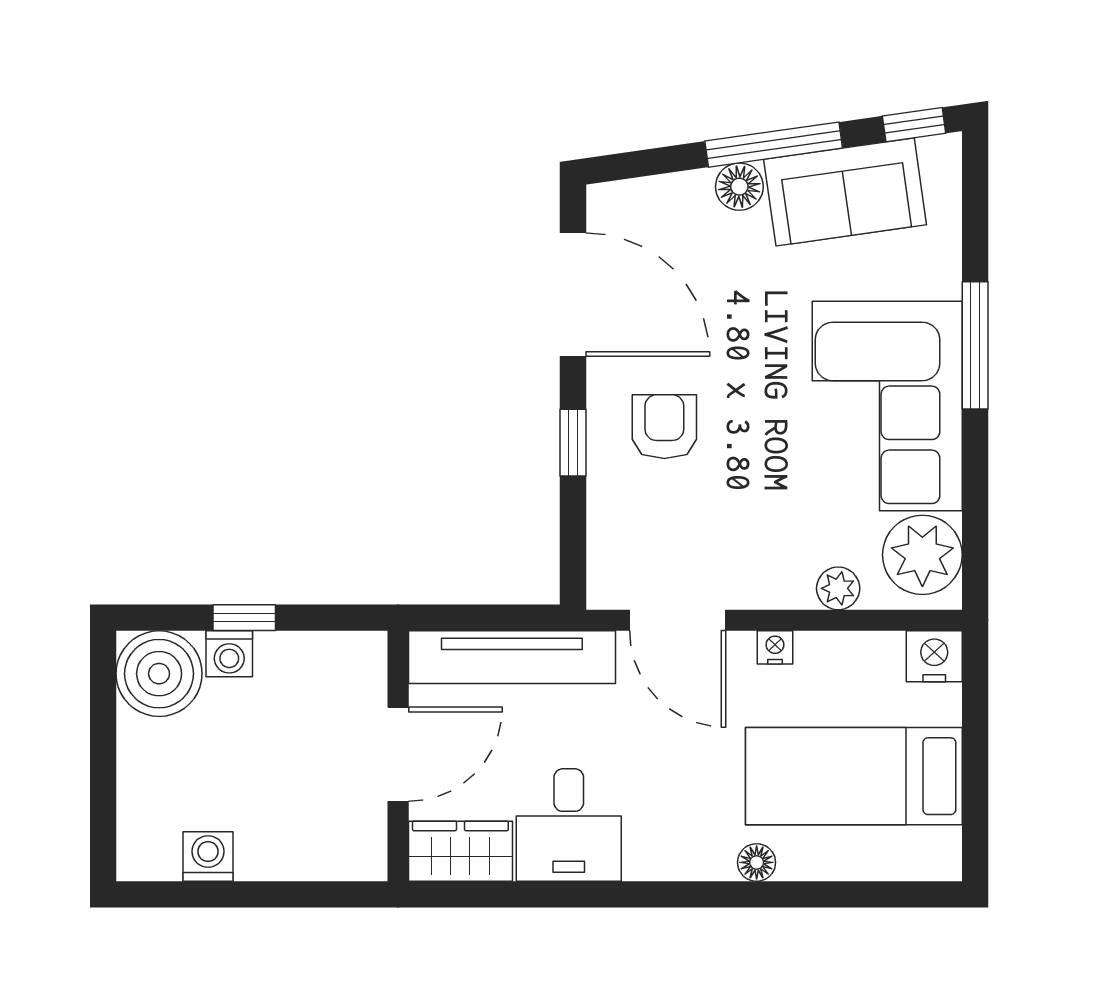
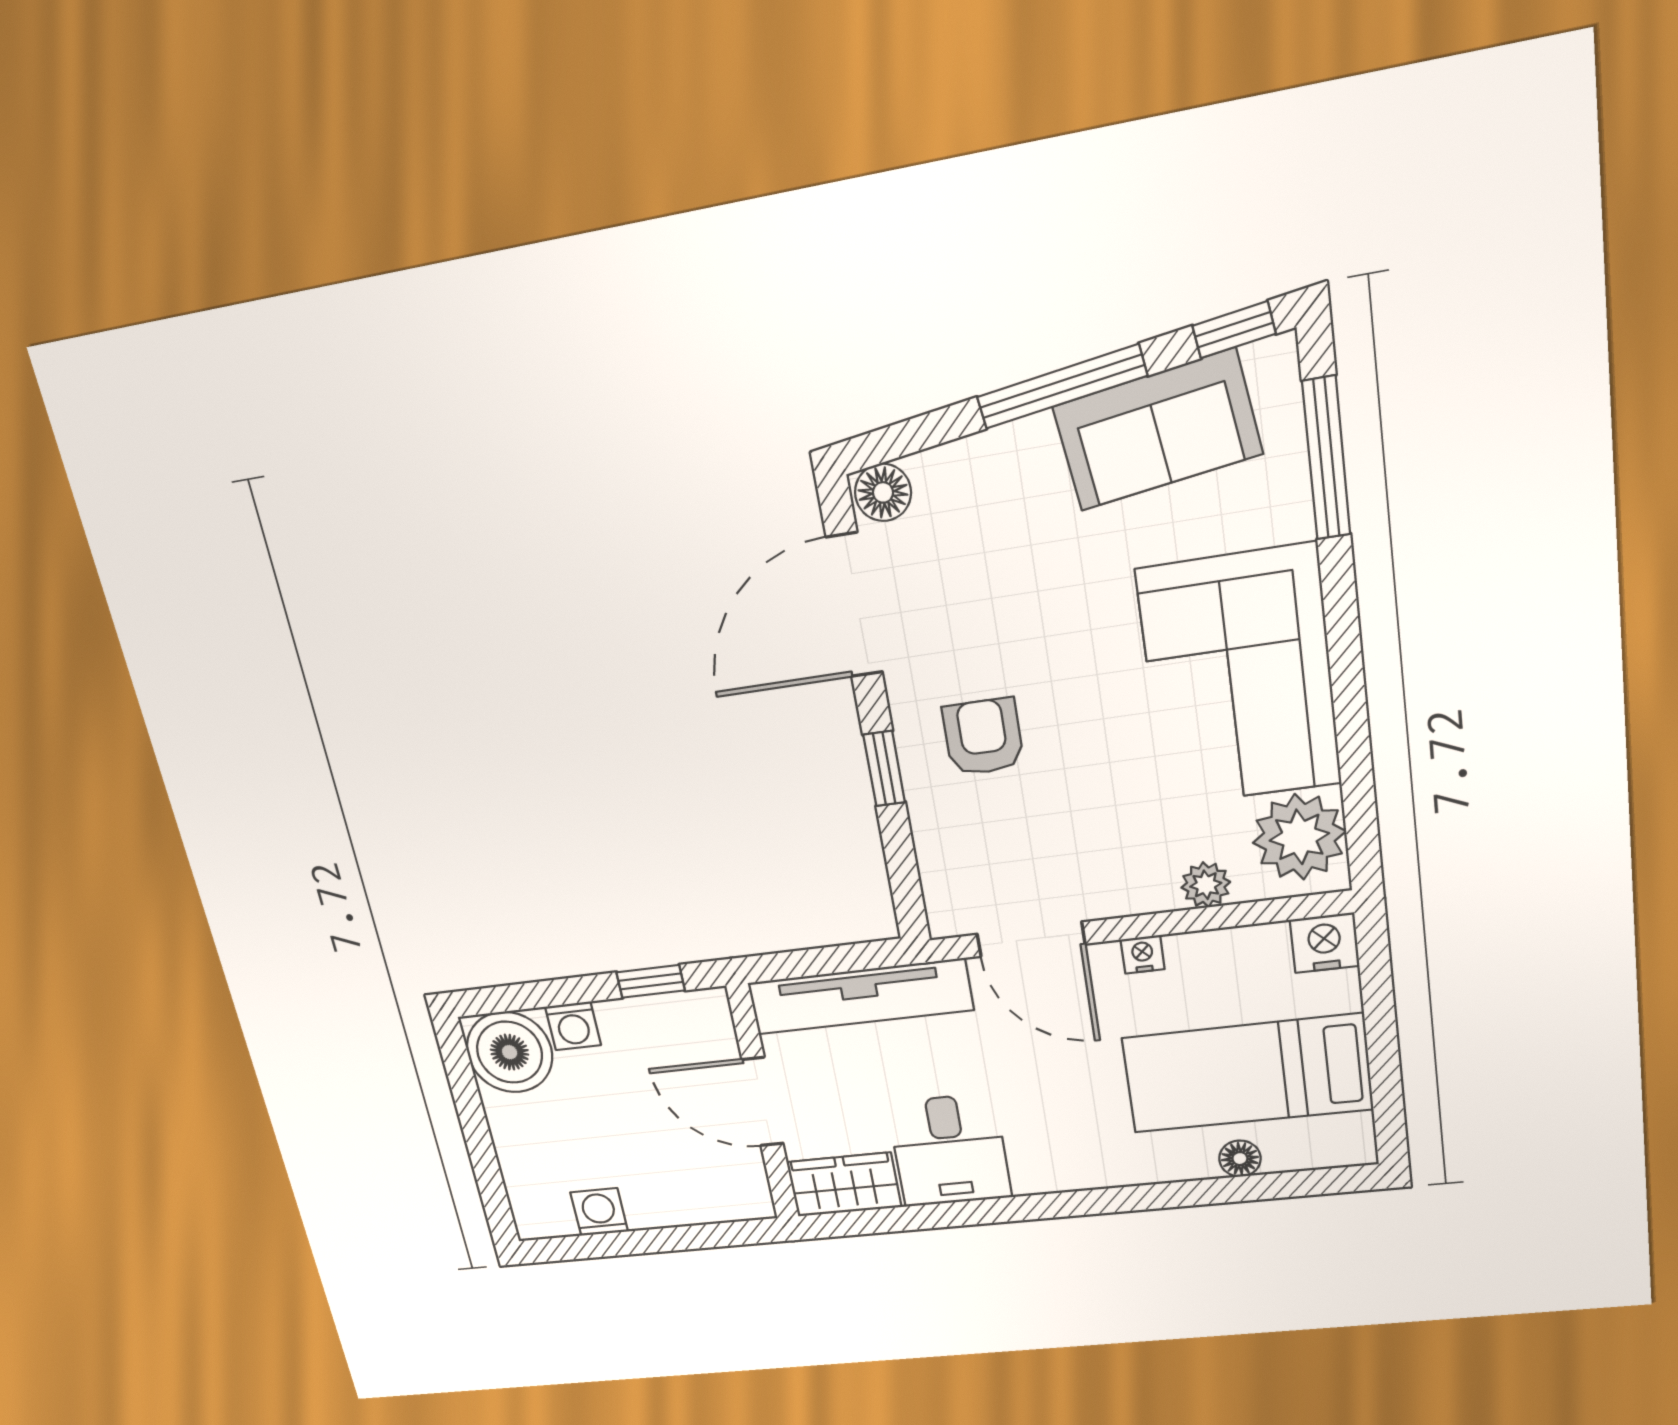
floor lamp: (739, 187) -> (883, 492), moved
door: (573, 295) -> (854, 605), swing flipped
window: (975, 345) -> (1326, 458), moved
window: (244, 618) -> (651, 981), moved
door: (398, 754) -> (763, 1102), swing flipped
floor lamp: (757, 862) -> (1240, 1159), moved

